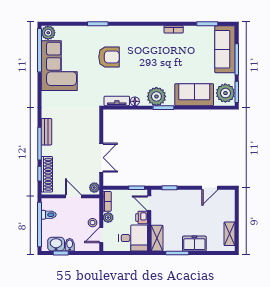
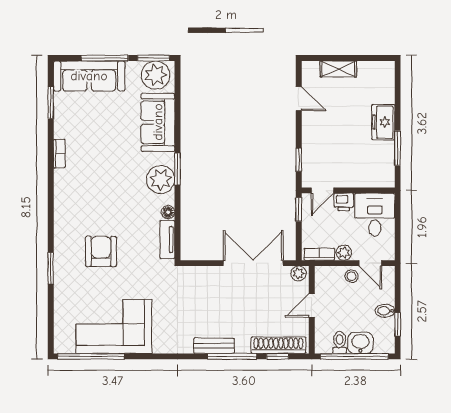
plant: (48, 33) -> (64, 343), removed
double door: (101, 158) -> (253, 263), width x1.37
shelving: (230, 234) -> (338, 69), moved
shelving: (157, 238) -> (375, 179), removed
washbasin: (56, 244) -> (360, 343), moved, turned 90

